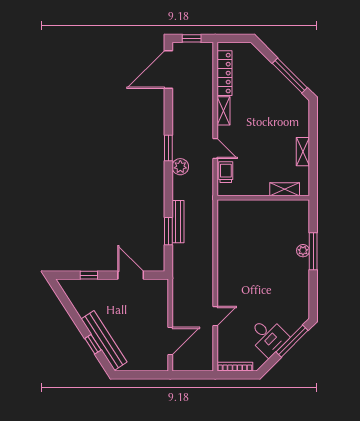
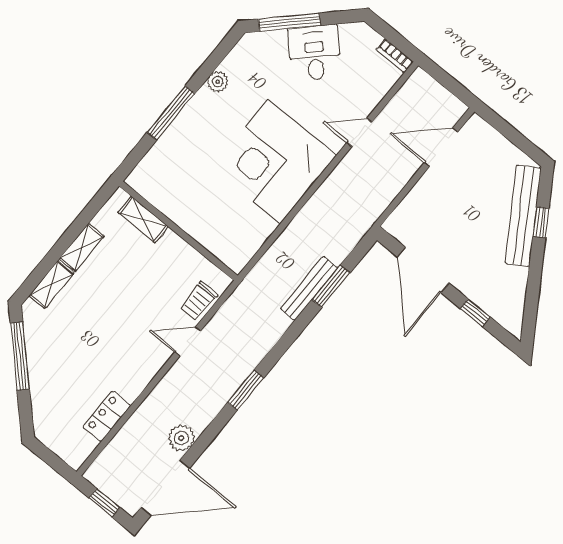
locker: (224, 73) -> (107, 416), width x0.66
shelving: (223, 111) -> (51, 285), moved
door: (215, 148) -> (188, 341), hinge flipped
plant: (180, 167) -> (181, 438), moved
plant: (303, 251) -> (218, 82), moved
corner desk: (244, 268) -> (274, 162), added
door: (131, 275) -> (423, 270), width x1.36
bookcase: (235, 367) -> (395, 56), width x0.64

